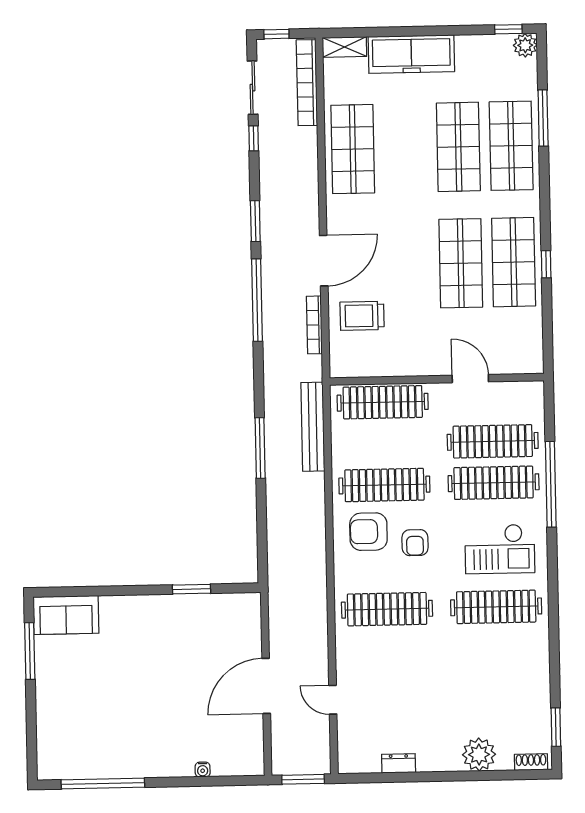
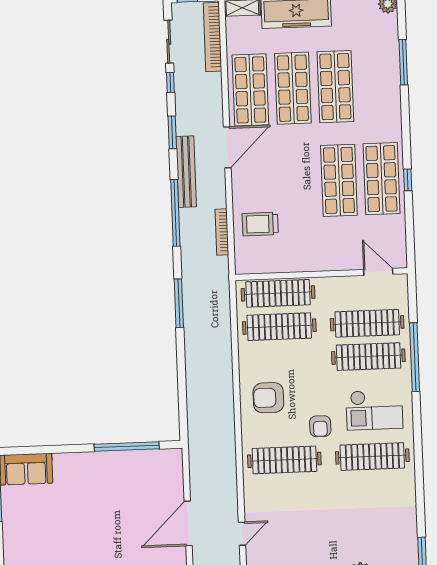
shop shelf: (511, 146) -> (293, 88), moved
window: (255, 221) -> (172, 132), moved
door: (324, 261) -> (227, 147), moved
door: (470, 379) -> (378, 272), moved
bench: (313, 427) -> (186, 172), moved
window: (260, 448) -> (179, 303), moved
clothes rail: (384, 485) -> (279, 327), moved
armchair: (415, 543) -> (320, 426), moved
window: (191, 589) -> (127, 446), width x2.11
door: (333, 700) -> (242, 534), swing flipped

